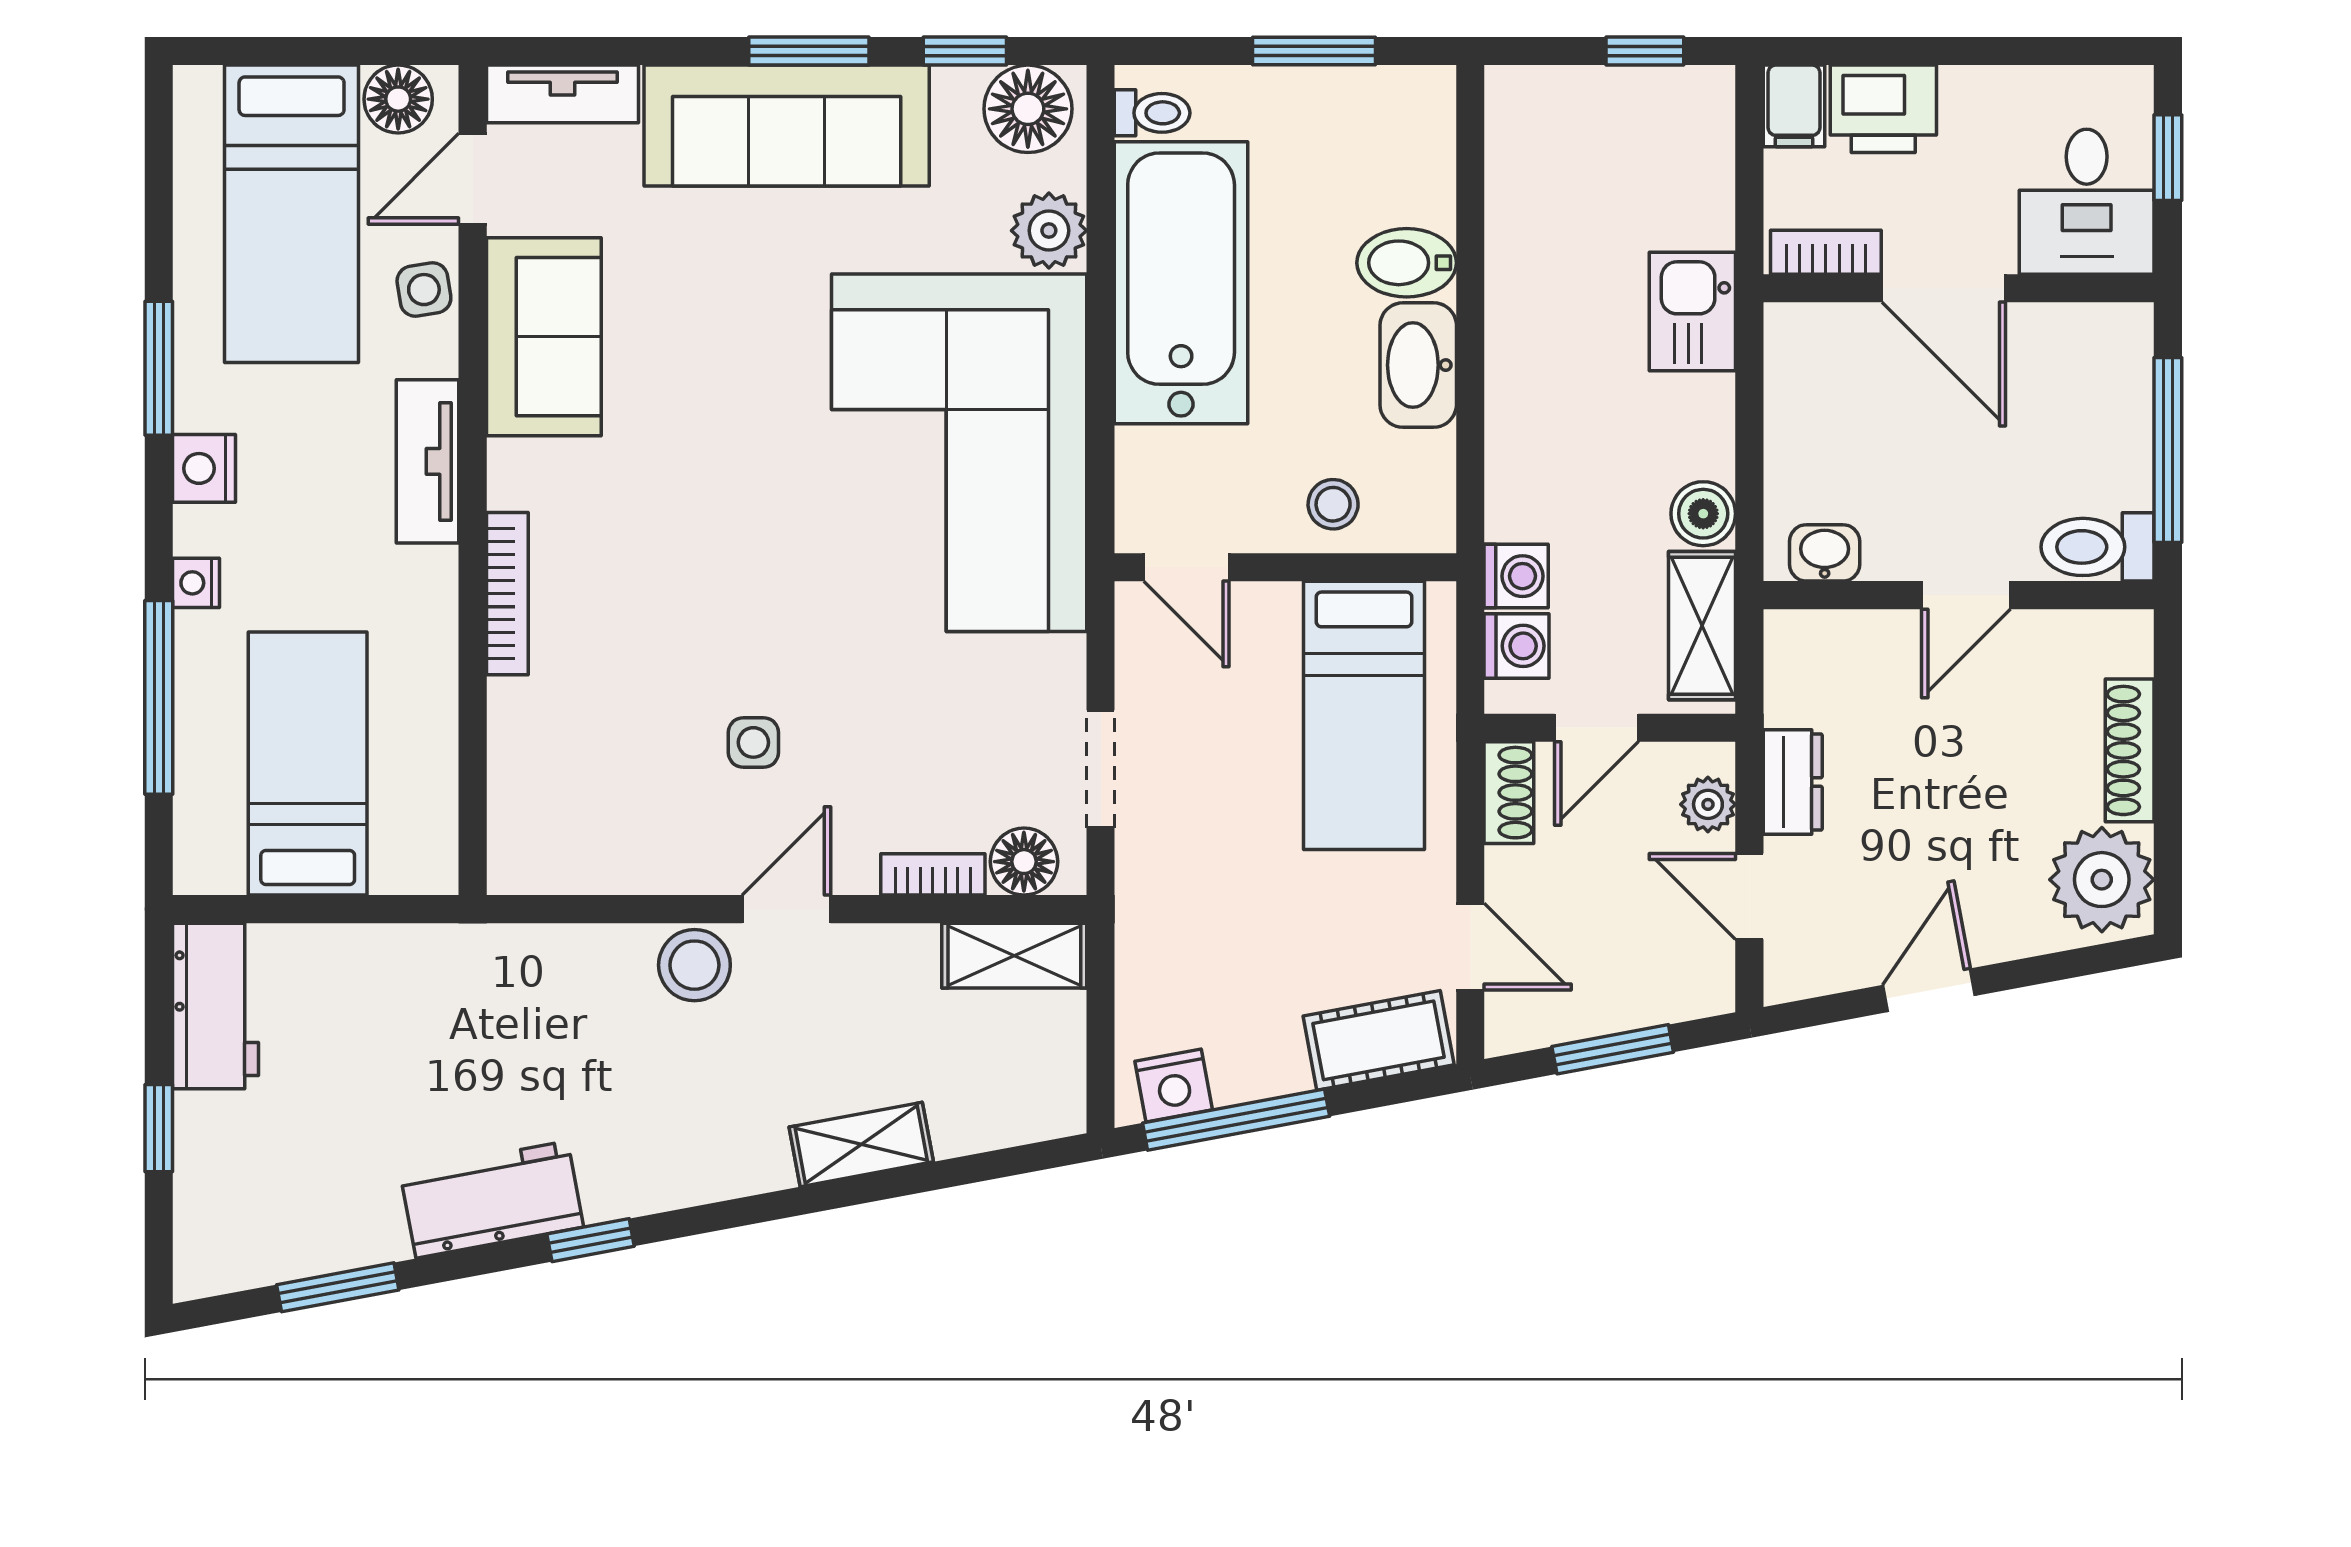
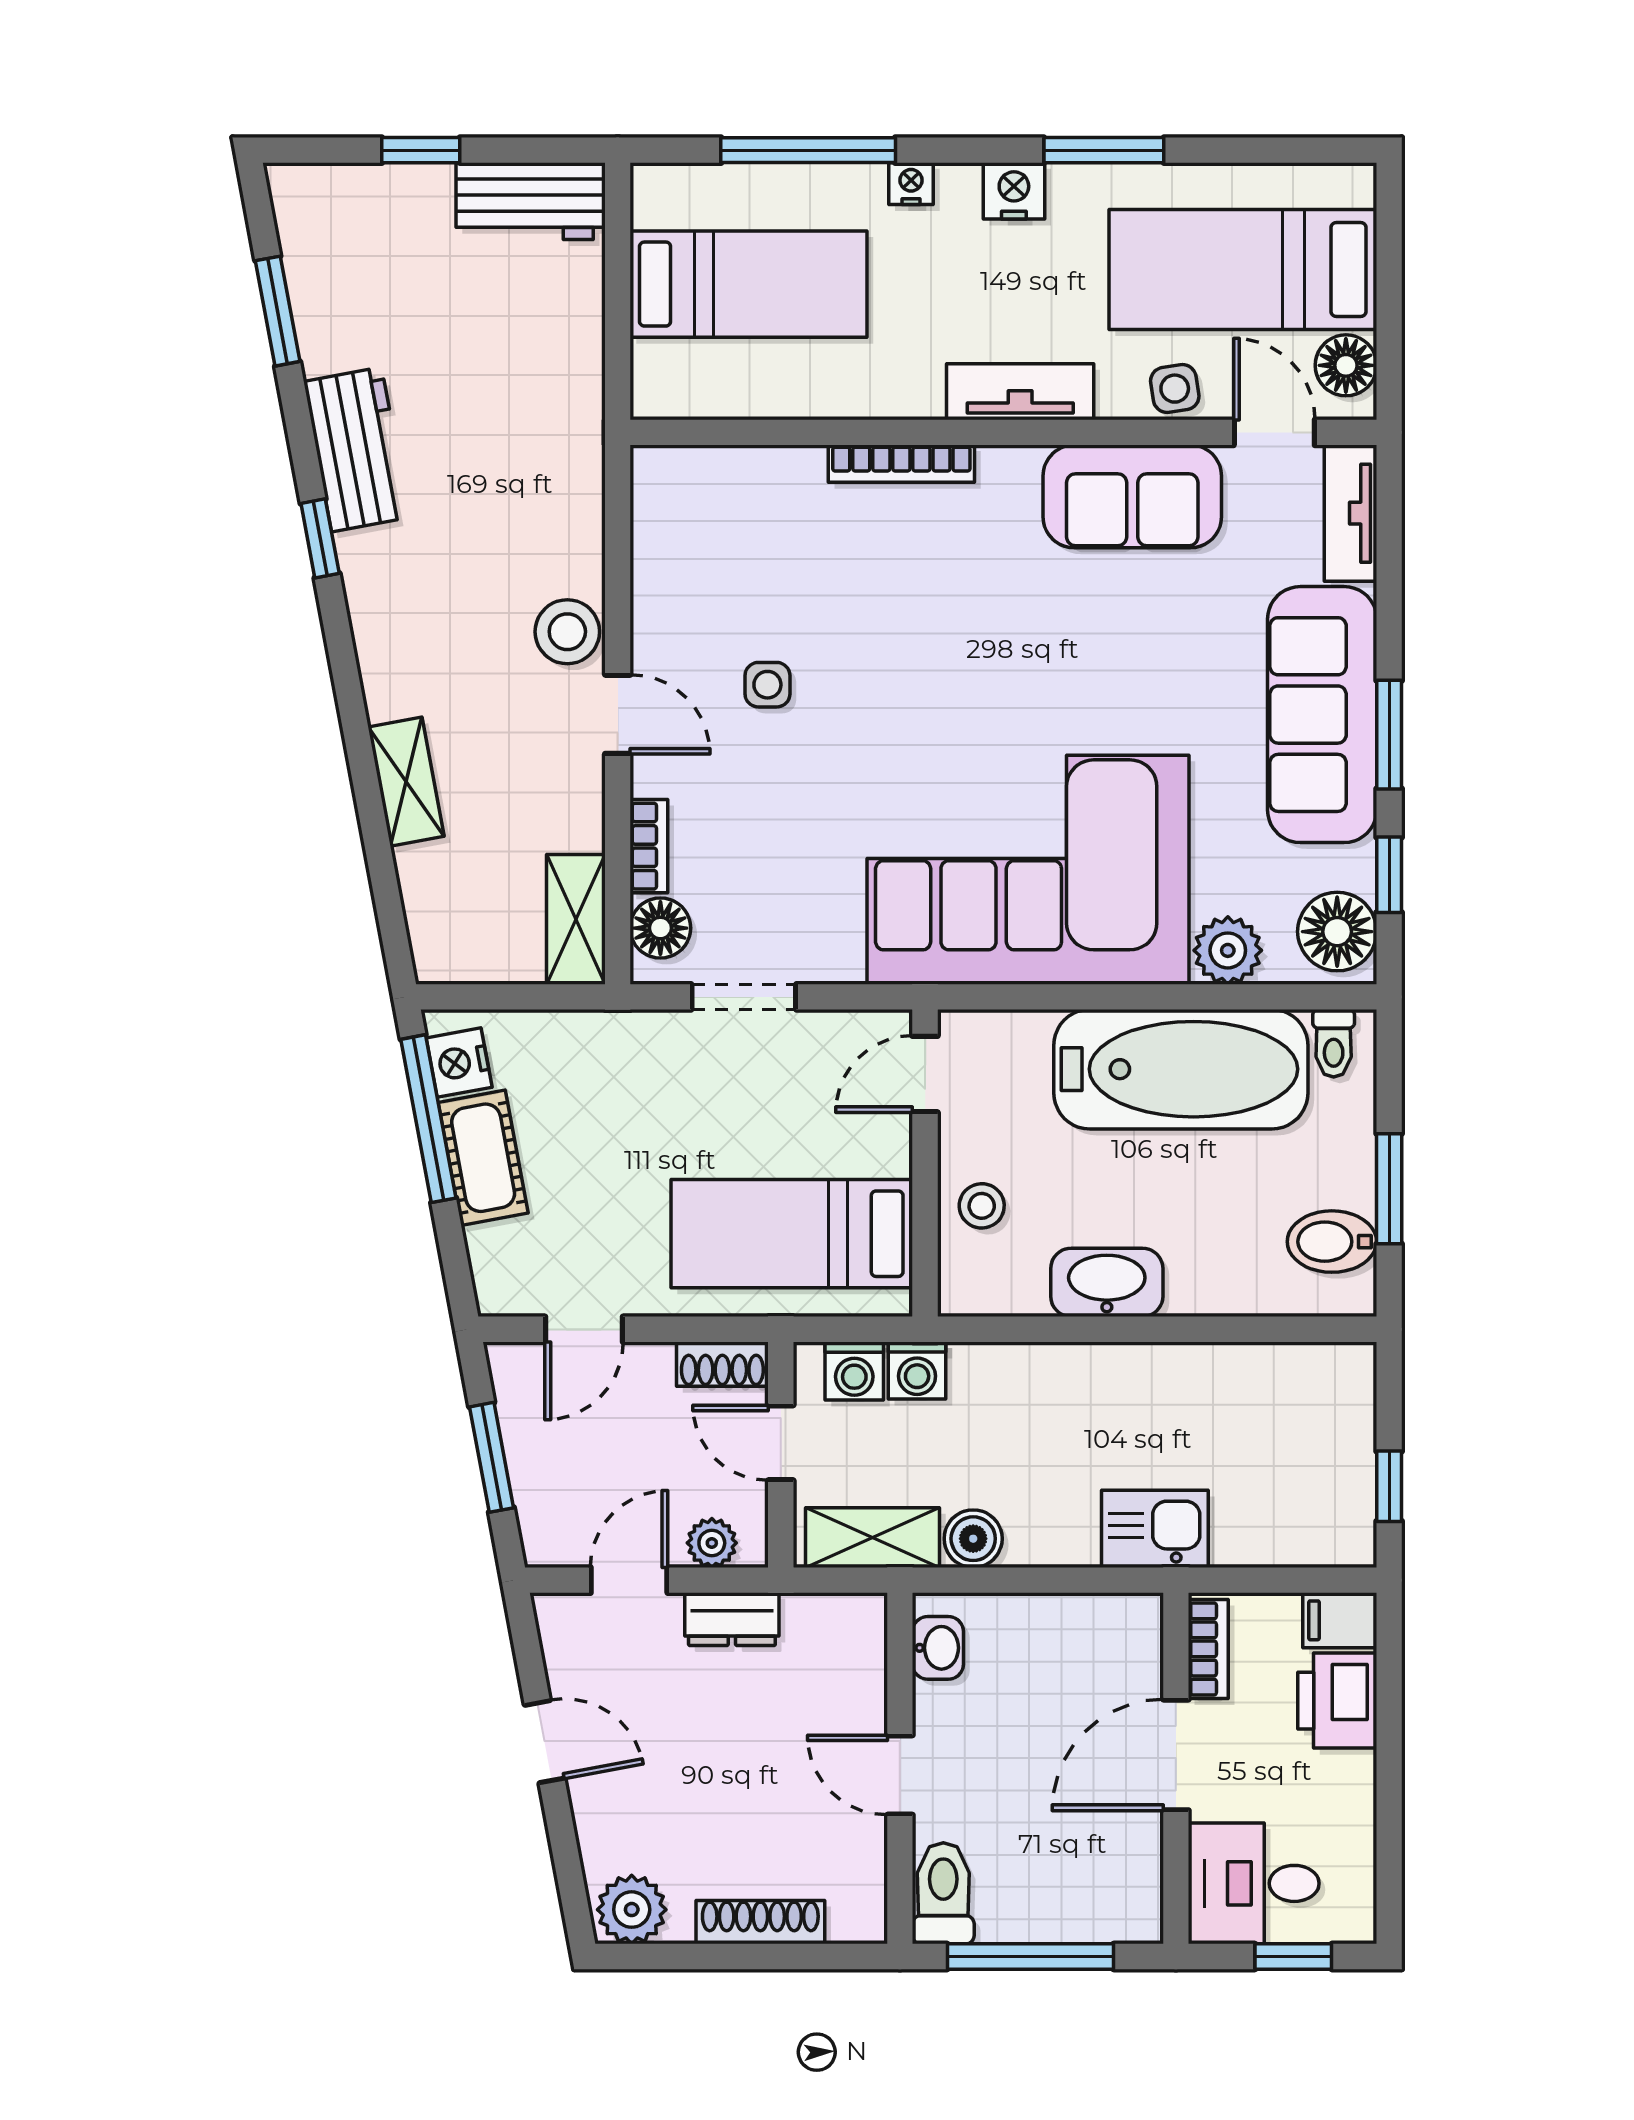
bidet: (1407, 263) -> (1332, 1242), moved, turned -90
plant: (2102, 880) -> (632, 1910), width x0.73, depth x0.73
cot: (1379, 1040) -> (483, 1158), moved

